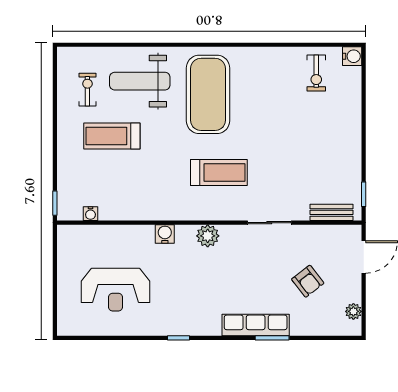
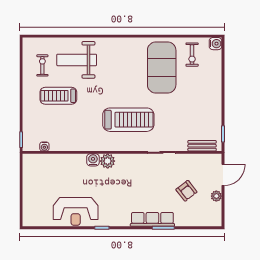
exercise mat: (208, 94) -> (162, 67), moved
treadmill: (219, 173) -> (128, 120), width x1.37, depth x1.38
plant: (208, 236) -> (108, 161), moved
reception desk: (116, 290) -> (76, 211), moved
plant: (353, 311) -> (216, 196), moved

